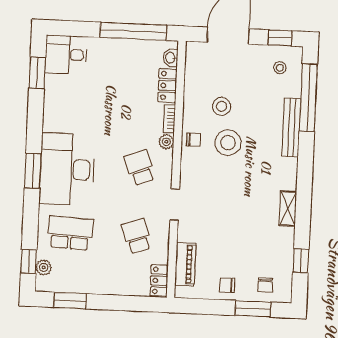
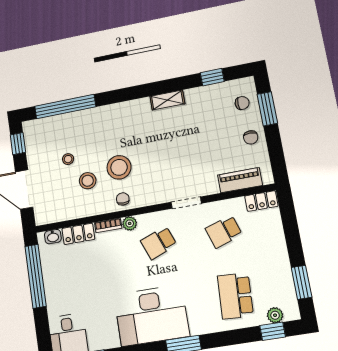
stool: (280, 68) -> (68, 159), moved
bench: (291, 127) -> (94, 115), removed
desk: (67, 169) -> (151, 315), moved

